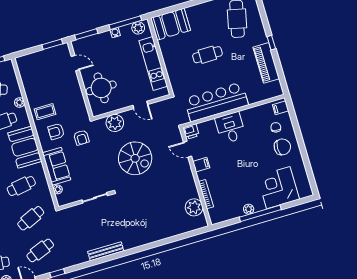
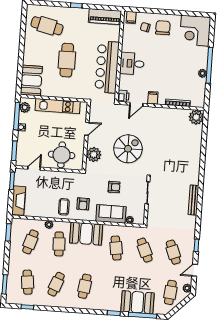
cafe table: (207, 55) -> (67, 60), width x1.37, depth x1.35
fireplace: (33, 60) -> (19, 201), added
piano: (266, 63) -> (105, 17), moved
armchair: (81, 138) -> (114, 187), moved
corner desk: (278, 188) -> (195, 31), moved
plant: (194, 207) -> (196, 117), moved

